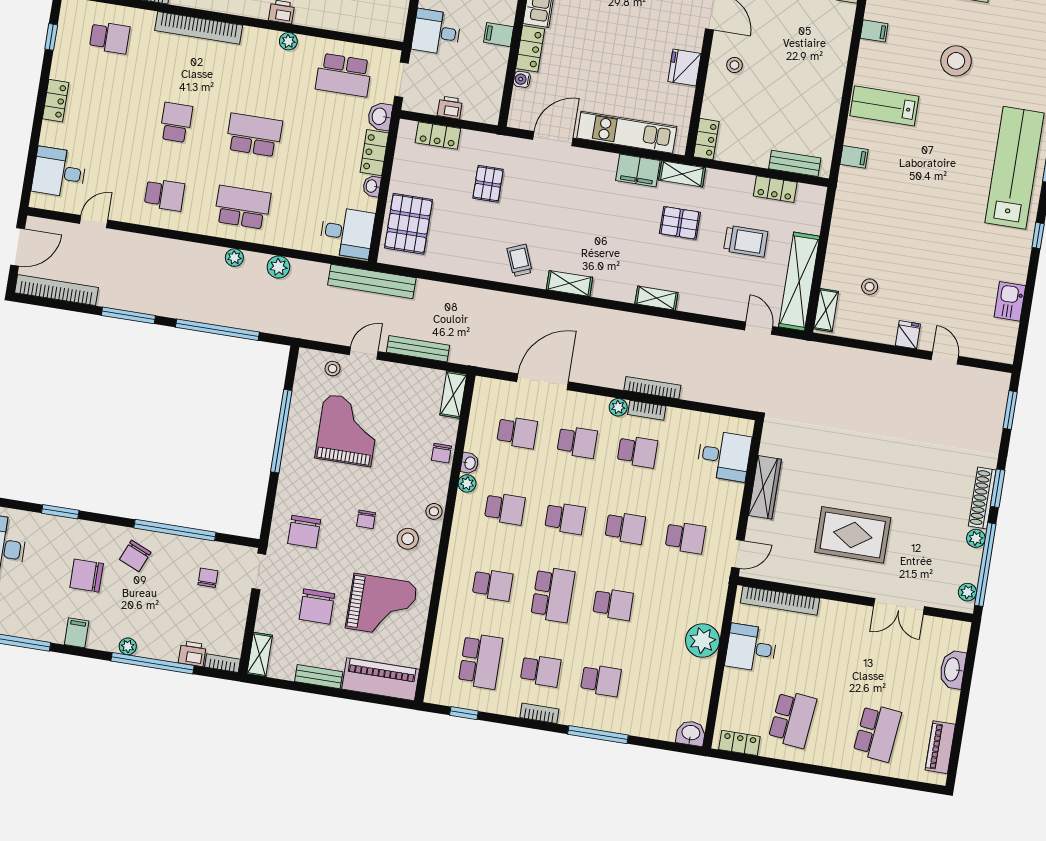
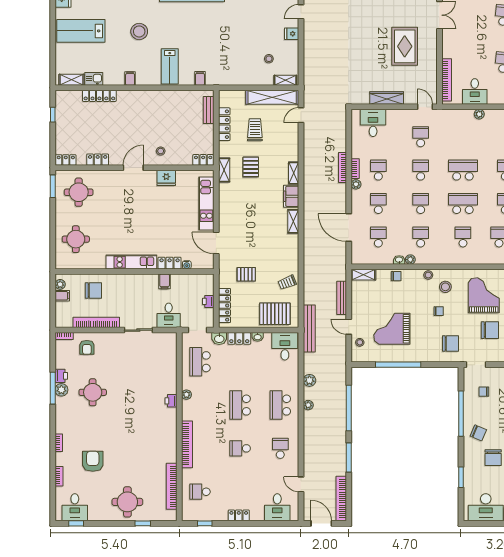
school desk: (110, 38) -> (200, 492), turned -90
school desk: (344, 75) -> (200, 362), turned 180
locker: (438, 136) -> (225, 305), width x1.53
filing cabinet: (638, 170) -> (291, 196), moved, turned 180
locker: (775, 189) -> (224, 124), width x1.53
trolley: (520, 260) -> (287, 282), moved
school desk: (613, 604) -> (463, 170), width x1.85
plant: (702, 640) -> (479, 114), width x0.53, depth x0.53

